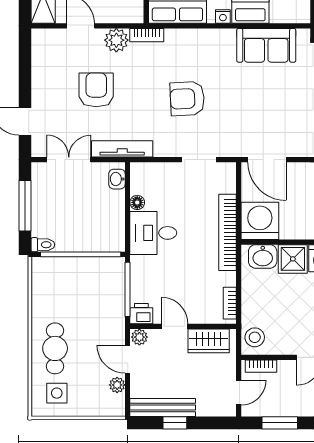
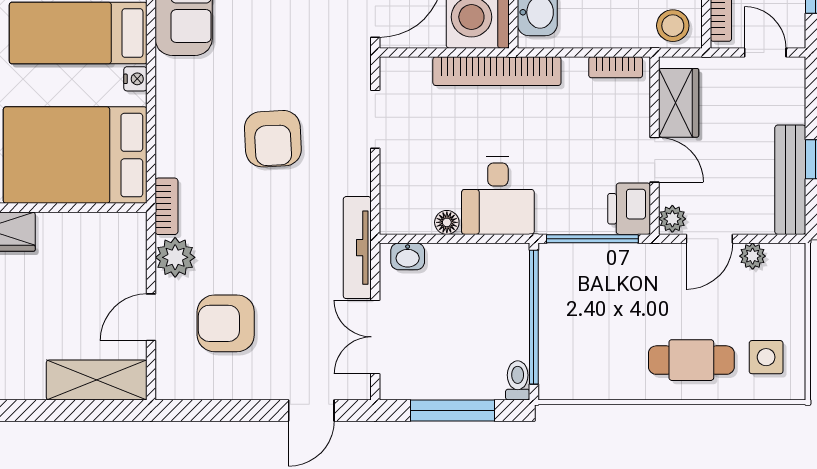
armchair: (96, 90) -> (226, 323), moved
printer: (141, 314) -> (629, 209), width x1.36, depth x1.24
door: (175, 326) -> (655, 160), swing flipped

